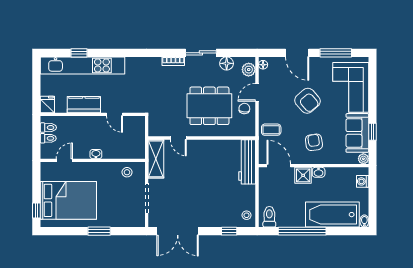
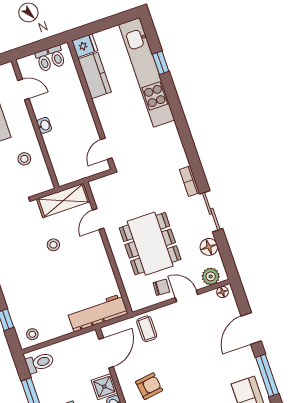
armchair: (307, 101) -> (197, 361), removed
kitchen counter: (84, 105) -> (95, 76), moved
door: (115, 114) -> (106, 149), moved
stool: (127, 172) -> (24, 159), moved
stool: (186, 177) -> (53, 245), added

